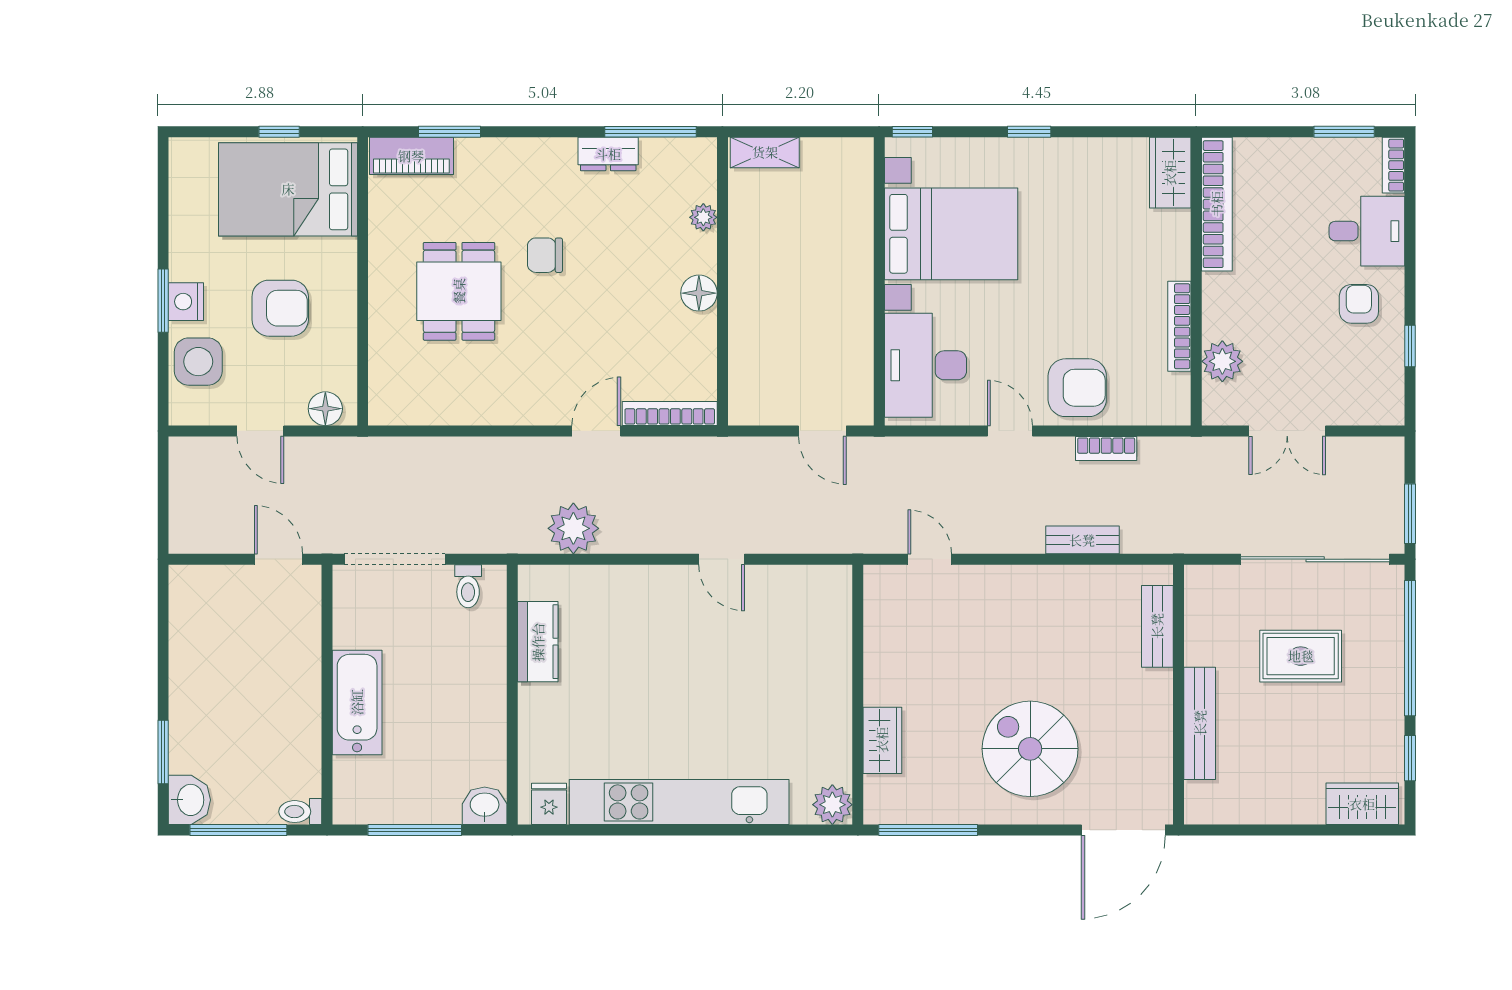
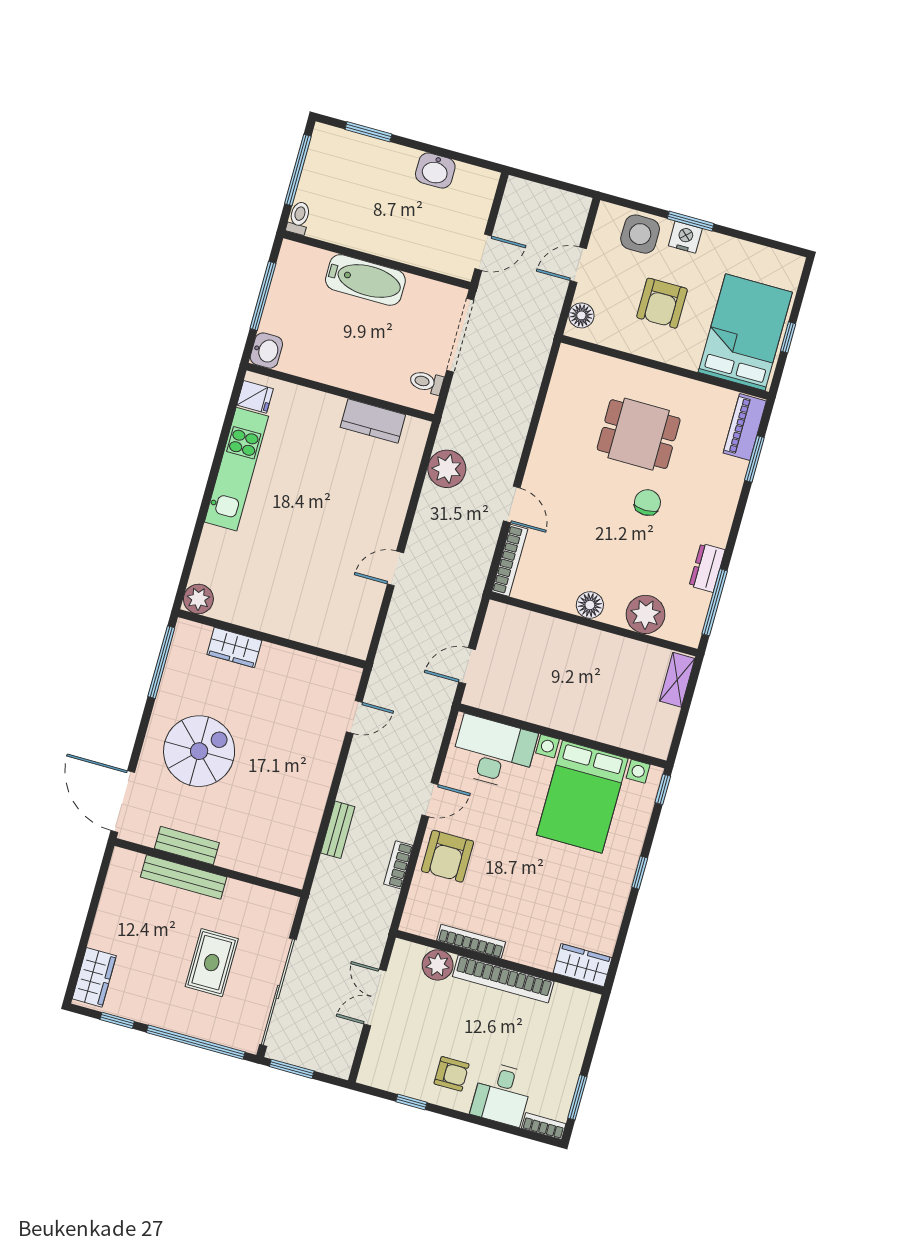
bookcase: (1217, 204) -> (503, 979), moved
plant: (703, 217) -> (646, 614), width x1.88, depth x1.88
bench: (1157, 626) -> (187, 846), moved
washbasin: (189, 800) -> (435, 170), moved
kitchen unit: (679, 802) -> (236, 469), width x0.73

